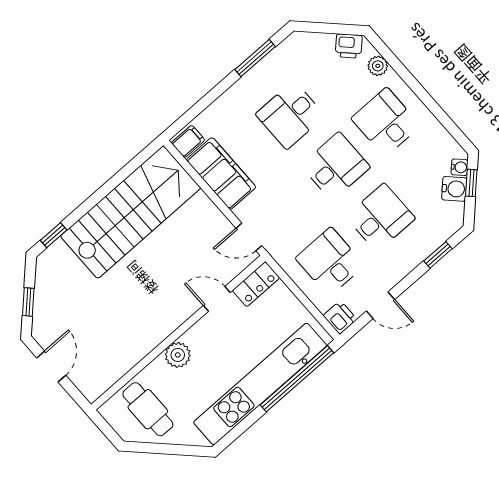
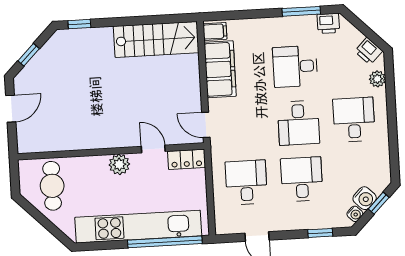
desk: (335, 166) -> (298, 123), turned 90
water cooler: (459, 167) -> (355, 214), moved
stairs: (131, 212) -> (156, 39), width x0.73, depth x0.66
desk: (380, 217) -> (302, 179), turned -90
printer: (340, 317) -> (328, 23), moved, turned 90
plant: (178, 355) -> (119, 164), moved

